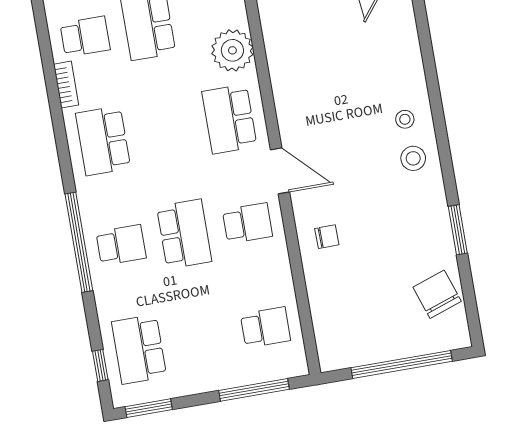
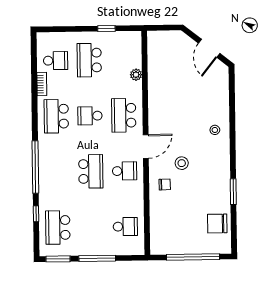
plant: (232, 50) -> (136, 75), width x0.53, depth x0.53
stool: (413, 158) -> (182, 163), moved
door: (280, 171) -> (146, 146), hinge flipped
school desk: (121, 245) -> (90, 116), moved, turned 180
chair: (437, 294) -> (217, 223), turned -71
window: (100, 365) -> (36, 214), moved
window: (254, 390) -> (97, 258), moved

